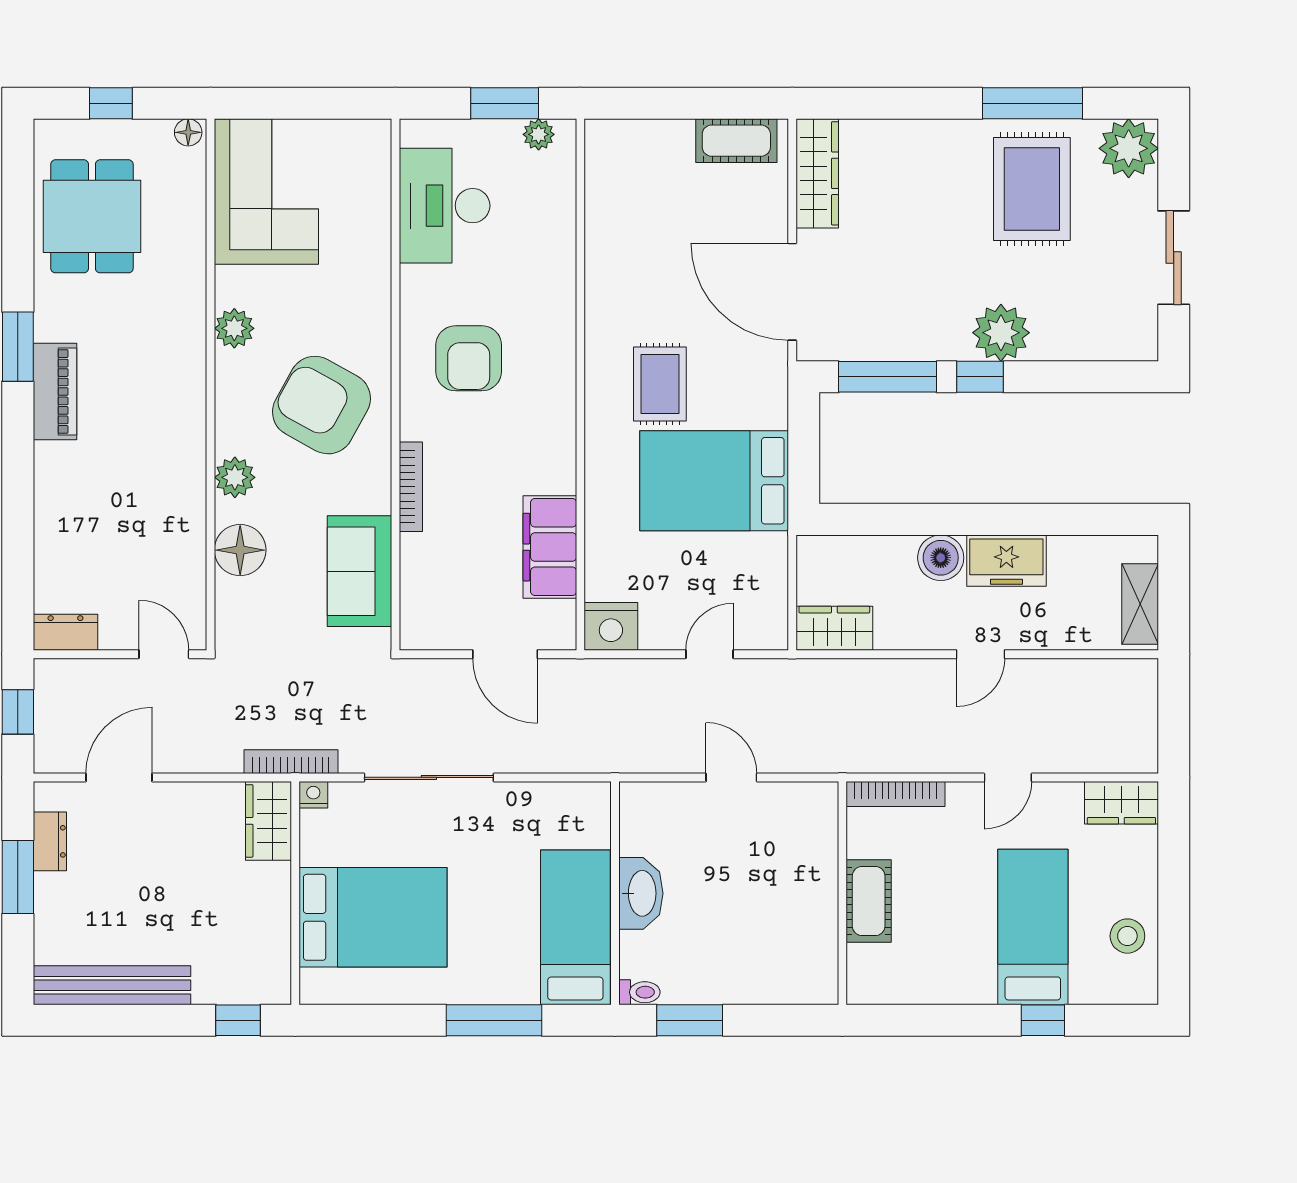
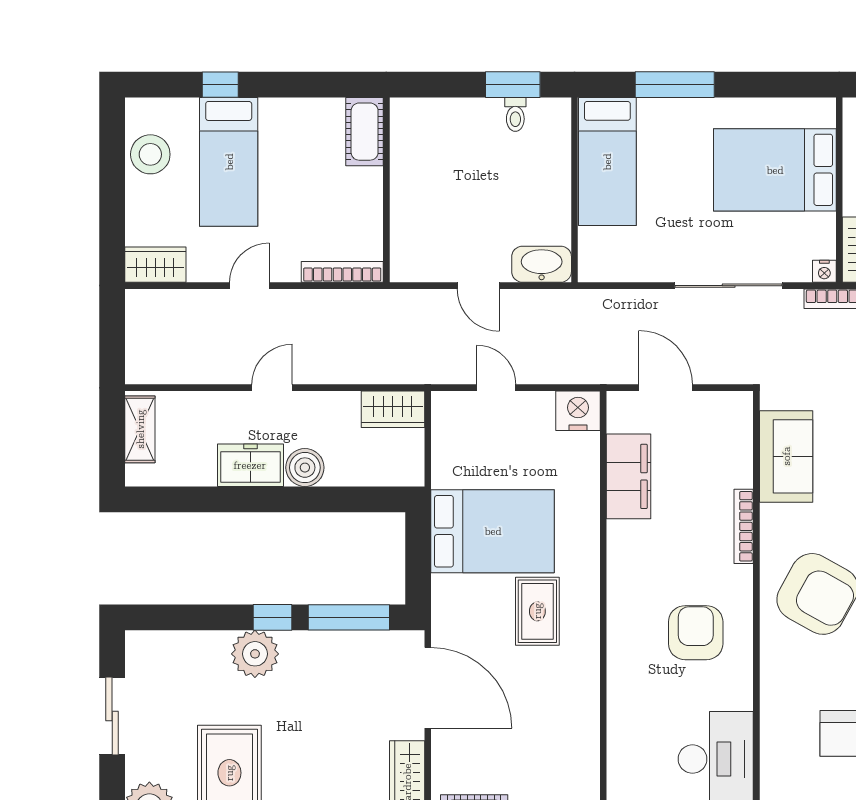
door: (710, 654) -> (496, 388), swing flipped
washbasin: (641, 893) -> (542, 264), moved, turned 90
cot: (869, 901) -> (365, 132), moved
stool: (1127, 936) -> (150, 154), width x1.38, depth x1.38
toilet: (639, 992) -> (515, 114), moved, turned -90

